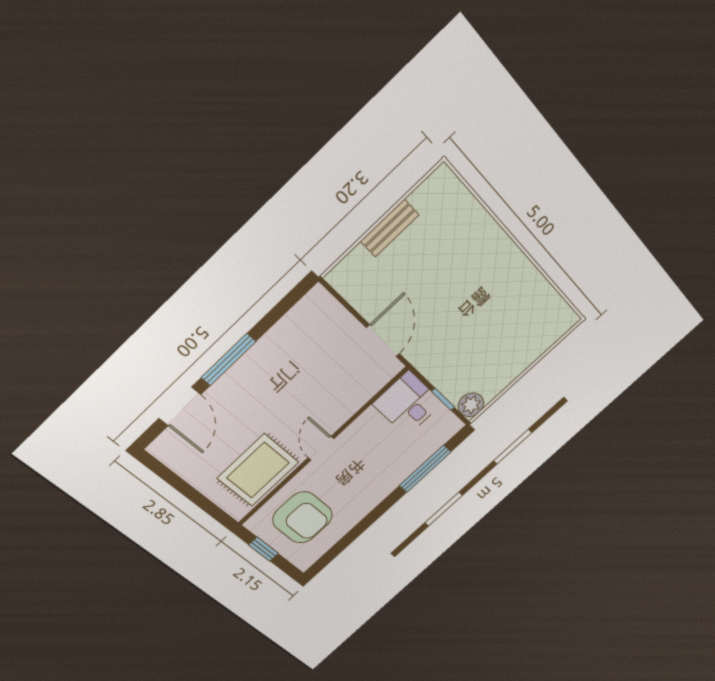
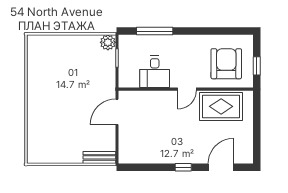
bench: (390, 228) -> (99, 157), moved
window: (228, 360) -> (183, 167), width x0.46
desk: (408, 404) -> (155, 72), moved

